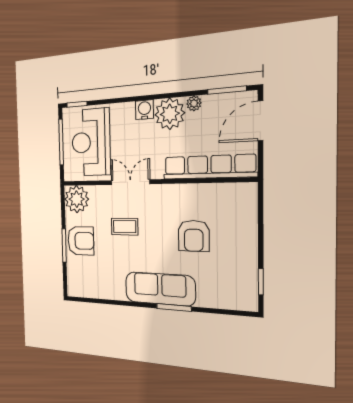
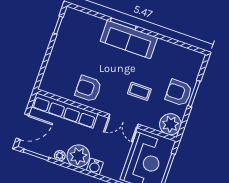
armchair: (194, 236) -> (88, 89), moved, turned -90

